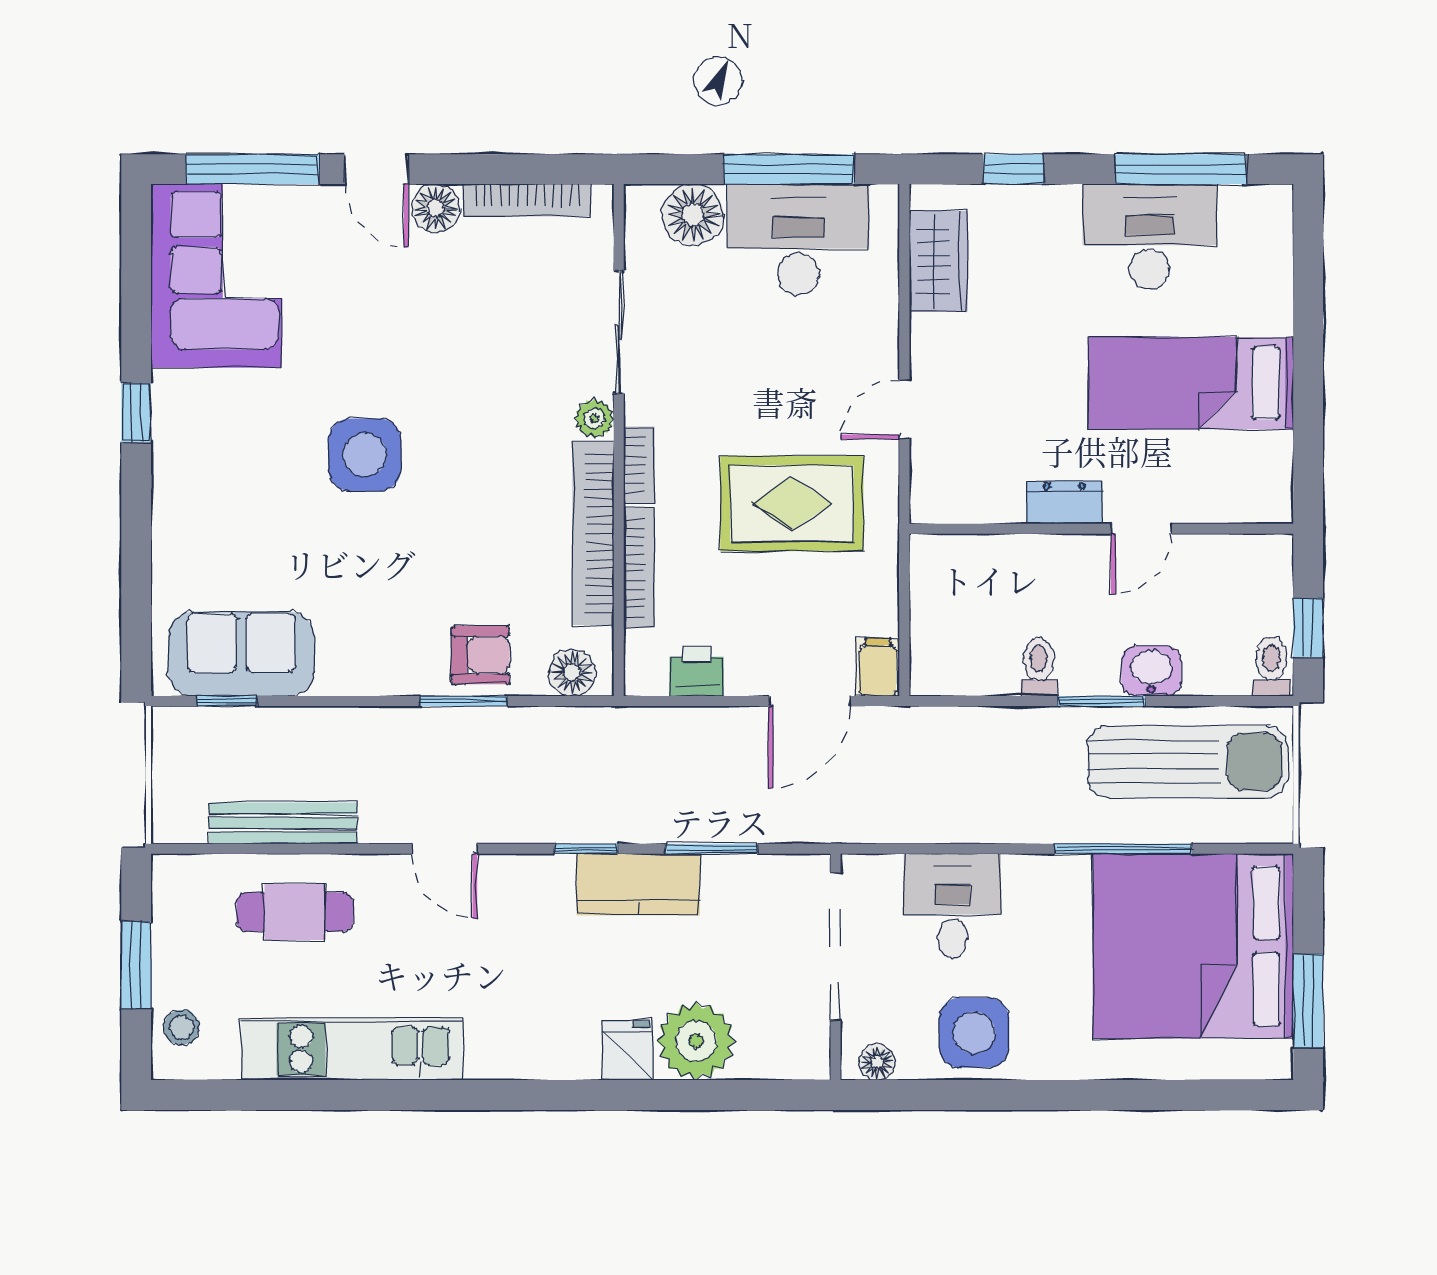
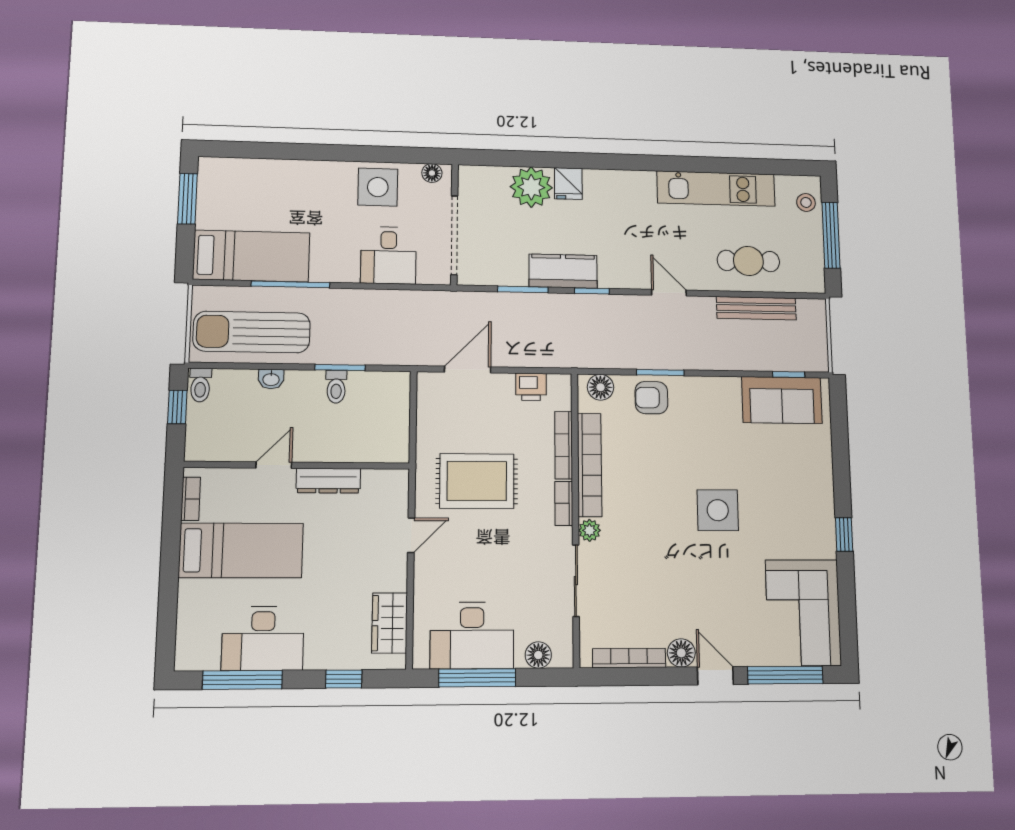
floor lamp: (693, 215) -> (538, 655), width x0.73, depth x0.73
bookcase: (1279, 470) -> (191, 499), added
dresser: (1065, 502) -> (328, 481), width x1.44
filing cabinet: (878, 667) -> (429, 388), removed
washbasin: (1151, 671) -> (271, 379), width x0.72, depth x0.69
window: (1102, 701) -> (340, 367), moved
bed: (1193, 946) -> (251, 256), width x0.49
window: (136, 965) -> (831, 235), width x1.44

